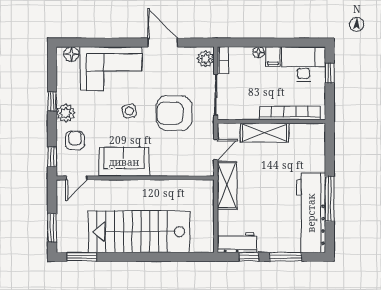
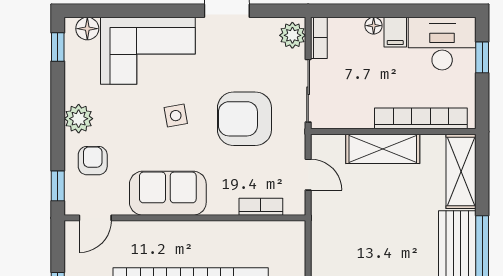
window: (52, 101) -> (58, 47), moved
door: (216, 150) -> (308, 175), hinge flipped
bookcase: (185, 171) -> (261, 207), added
shelving: (227, 185) -> (461, 171), moved

